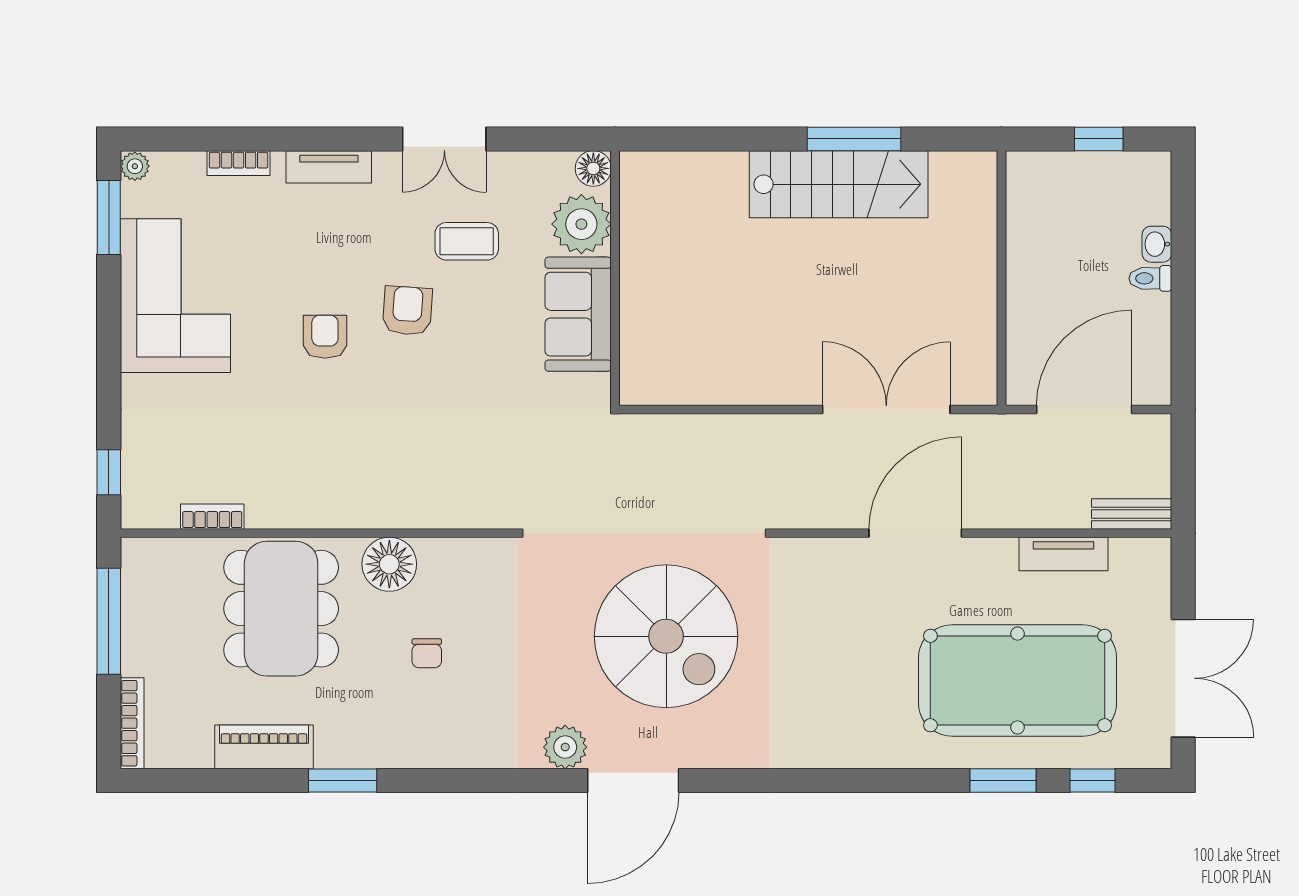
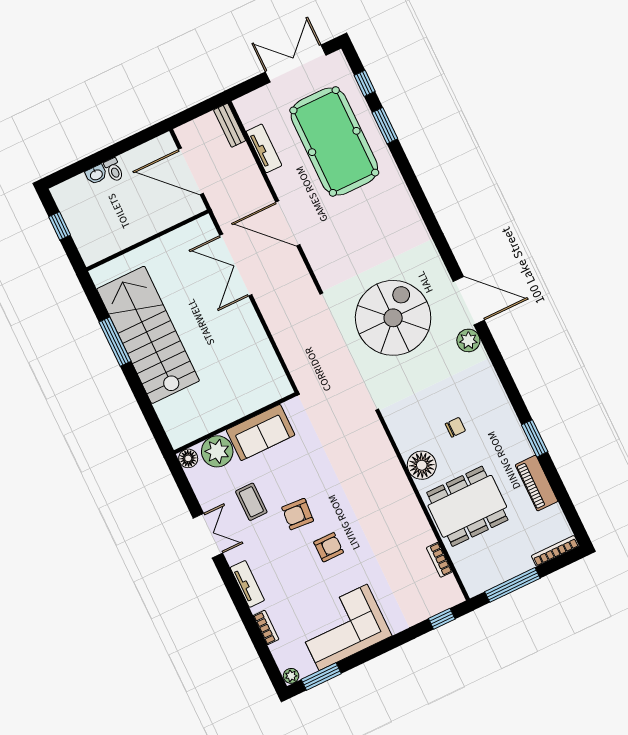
stairs: (839, 184) -> (148, 335), width x1.36, depth x1.51
armchair: (325, 337) -> (329, 547), turned 180

